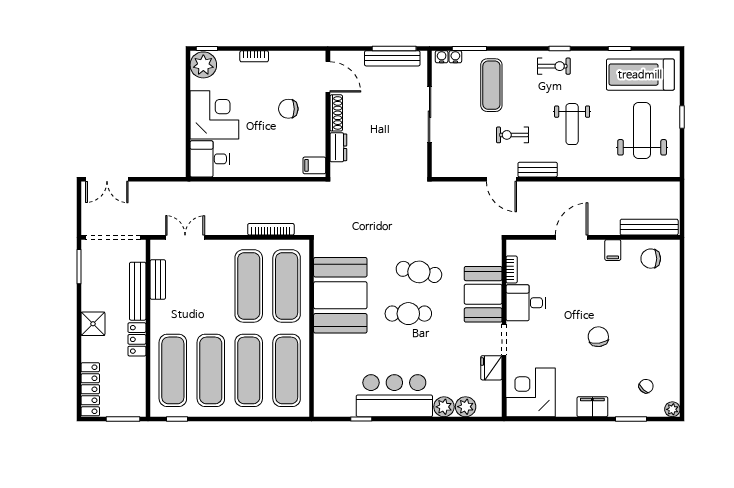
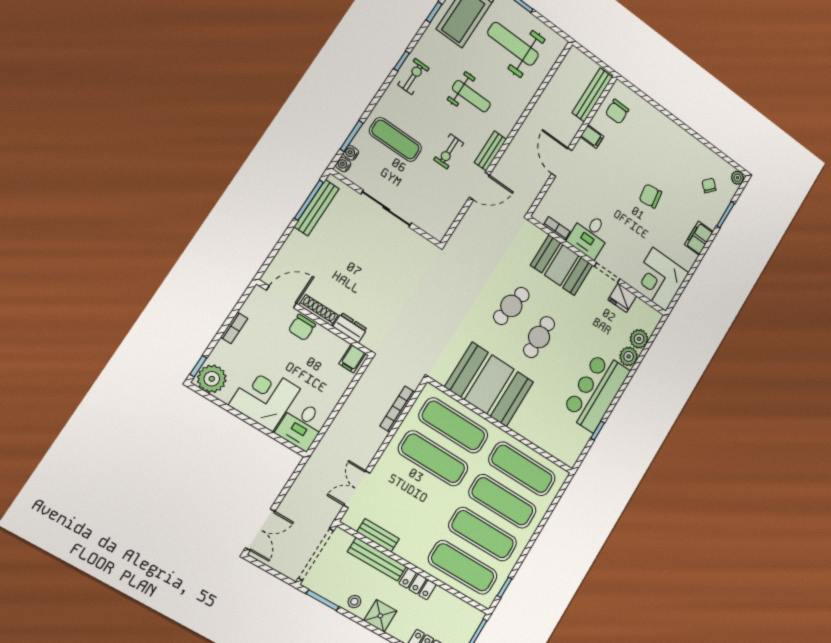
door: (328, 77) -> (281, 297), moved
shoe rack: (336, 113) -> (319, 310), moved
wall: (328, 114) -> (315, 318), moved
dresser: (338, 147) -> (350, 328), moved
filing cabinet: (314, 165) -> (352, 359), moved
stool: (93, 294) -> (354, 602), added

